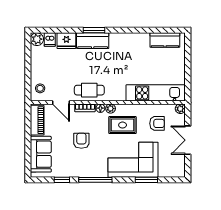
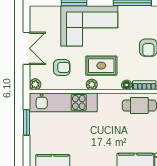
window: (188, 75) -> (27, 122), added
plant: (111, 109) -> (92, 85), moved
armchair: (157, 123) -> (62, 67), turned 180

